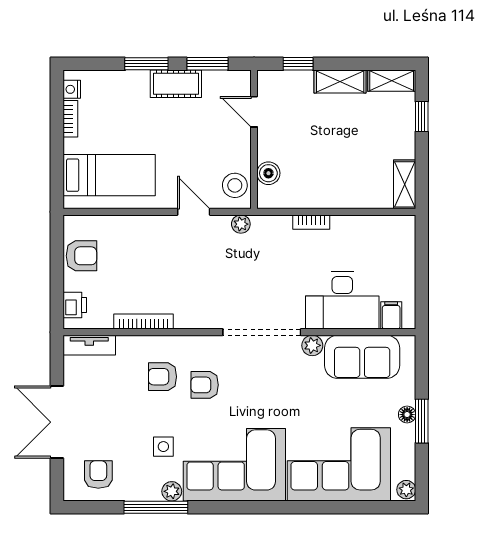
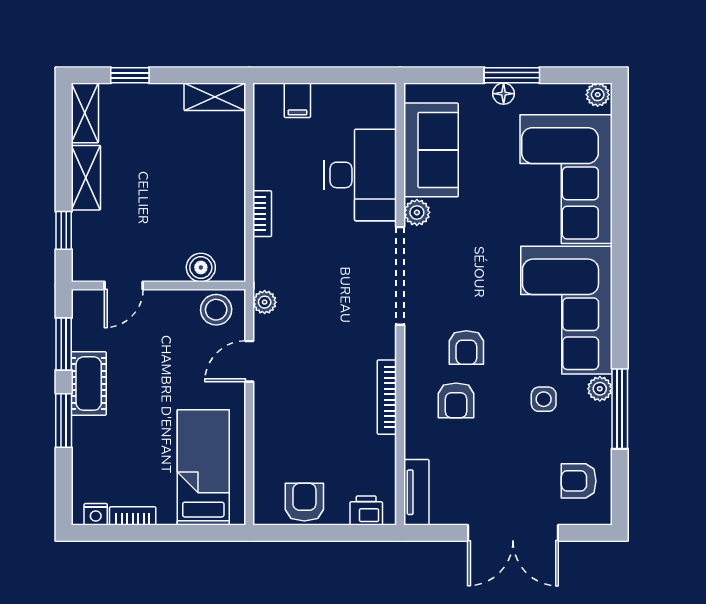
filing cabinet: (391, 315) -> (297, 100), moved, turned -90
bookcase: (144, 322) -> (387, 397), moved

